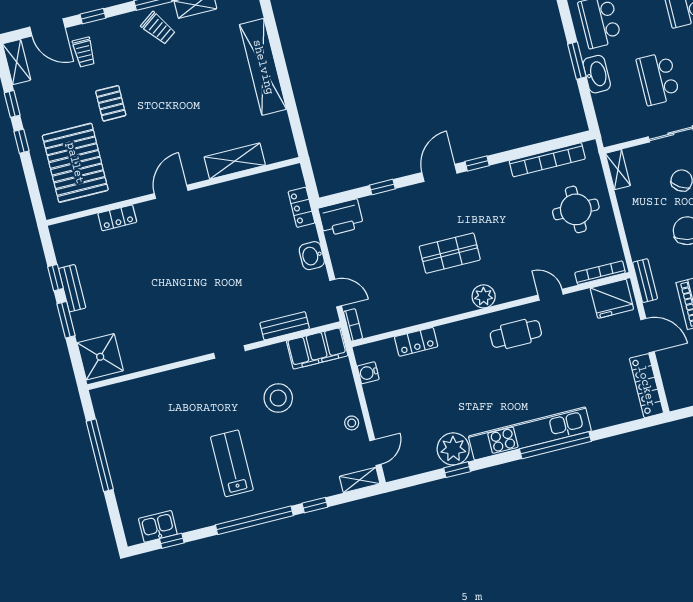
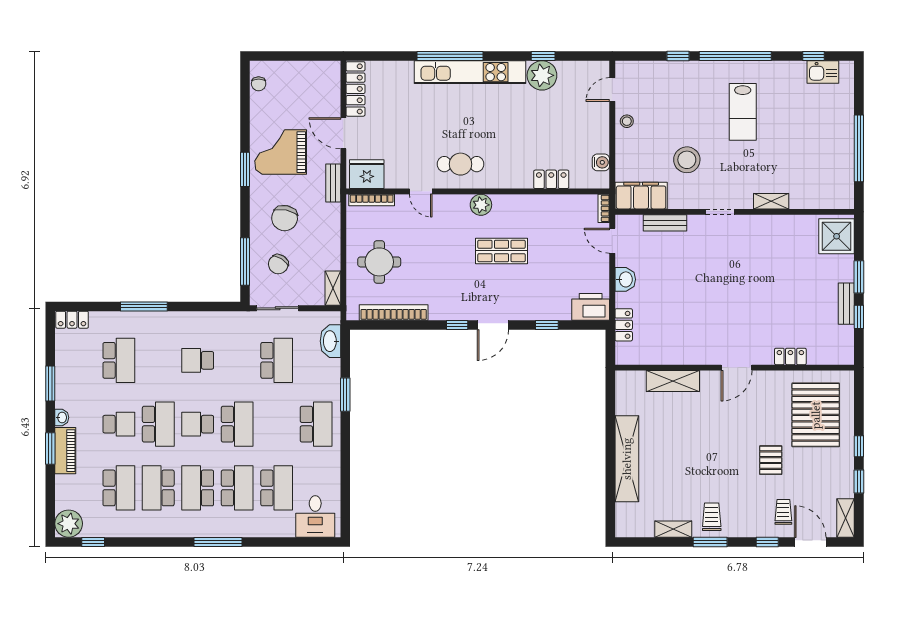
trolley: (158, 28) -> (712, 517), turned 36
washbasin: (597, 74) -> (330, 341), moved
shelving: (360, 480) -> (771, 201), moved

